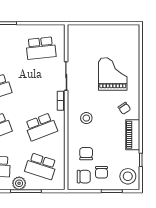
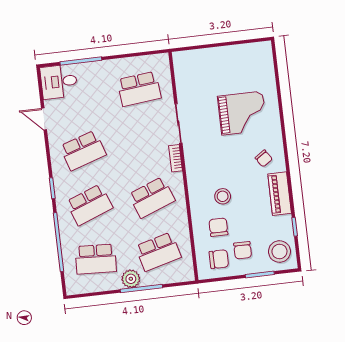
grand piano: (113, 74) -> (242, 113), turned 90
stool: (86, 118) -> (223, 196), moved
school desk: (41, 166) -> (158, 252), turned -33

